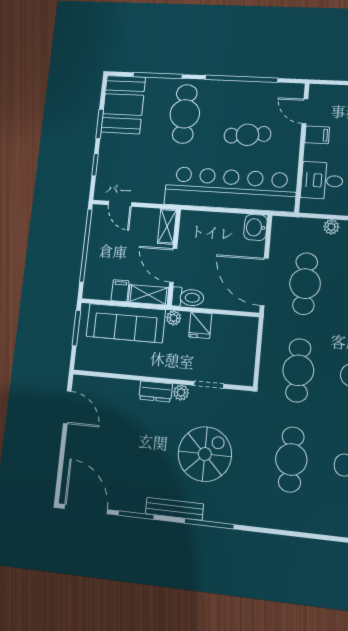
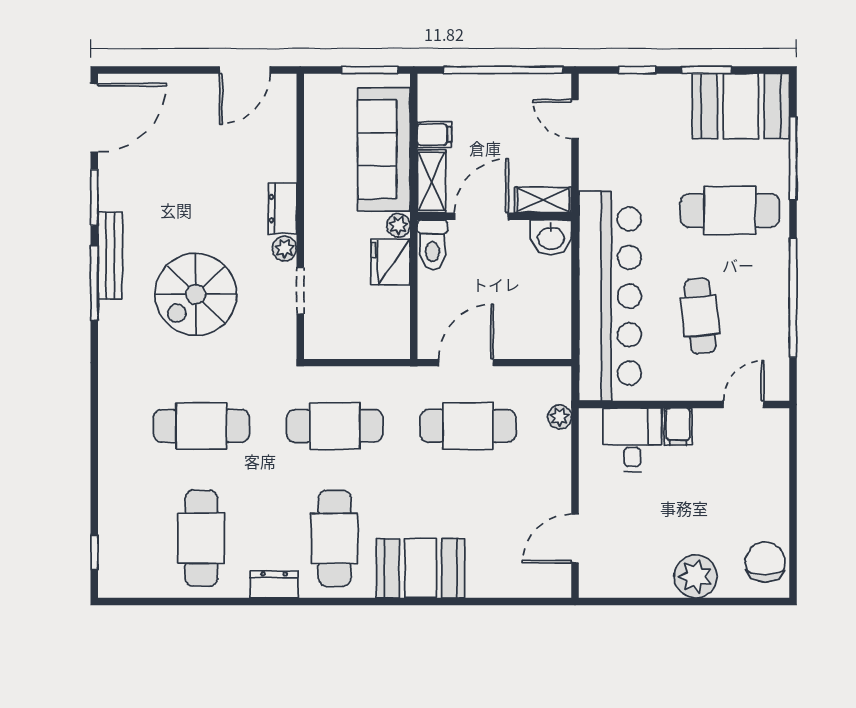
filing cabinet: (317, 135) -> (678, 427), moved
door: (120, 204) -> (575, 119), hinge flipped
washbasin: (255, 227) -> (551, 237), moved, turned 180
plant: (331, 227) -> (560, 417), moved
door: (264, 282) -> (466, 363), width x0.73
fridge: (200, 325) -> (391, 262), width x1.38
spiral stairs: (205, 454) -> (196, 294), turned 90
window: (209, 524) -> (94, 283), moved

